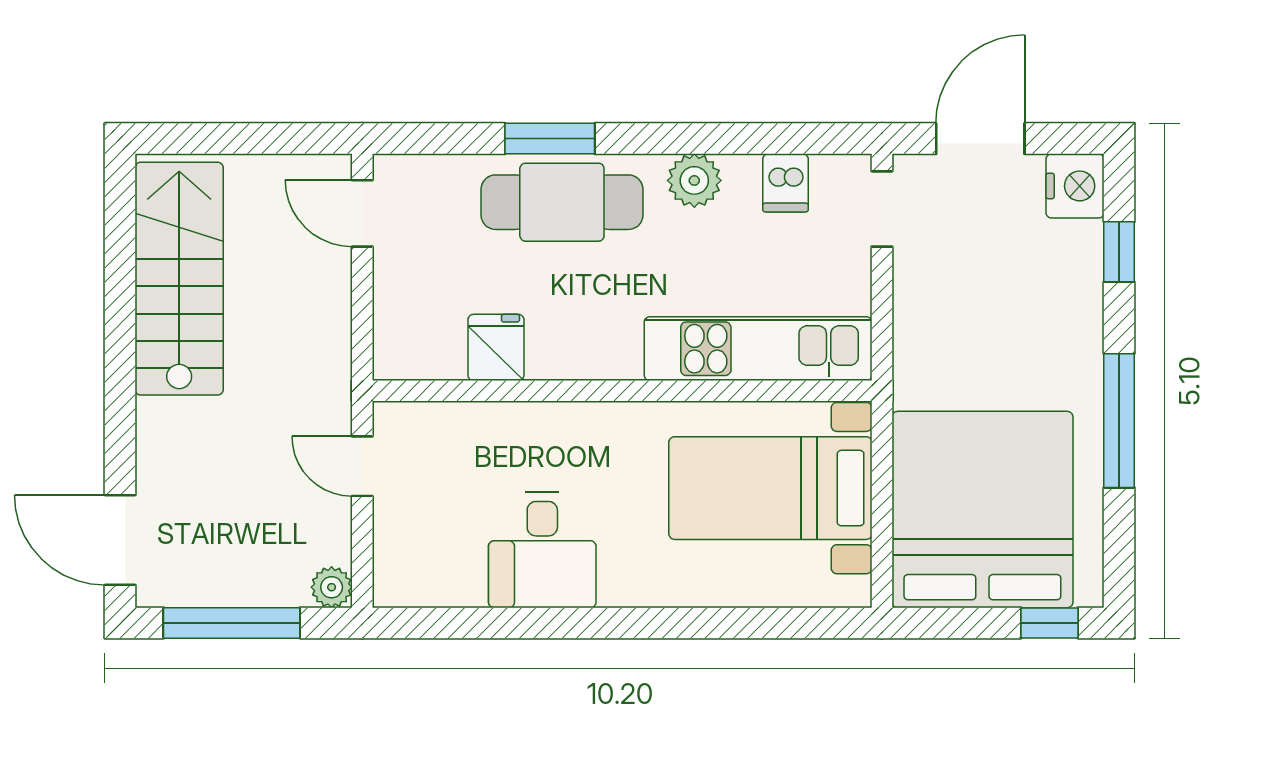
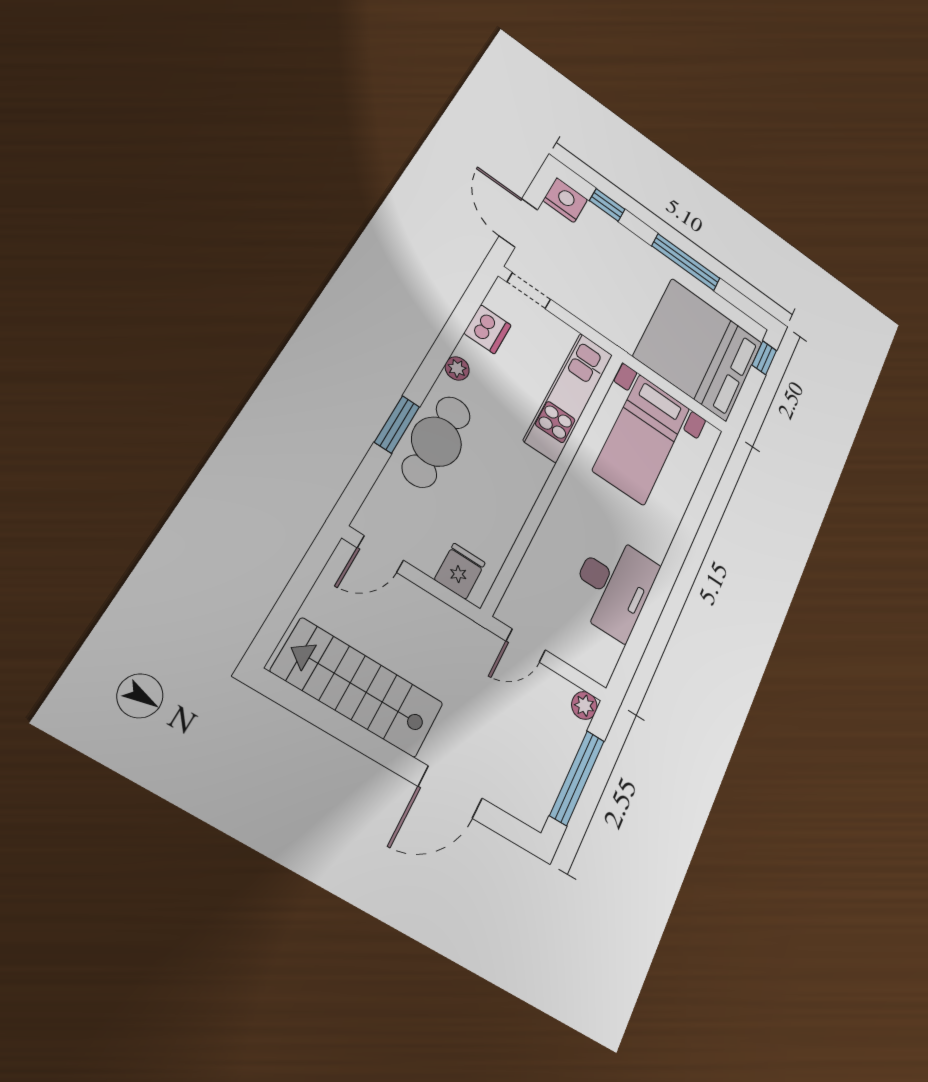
plant: (694, 180) -> (457, 368), width x0.73, depth x0.73
dishwasher: (786, 183) -> (488, 329), width x1.38
fridge: (496, 347) -> (460, 571), moved, turned 90
door: (120, 540) -> (450, 792), moved
desk: (542, 550) -> (614, 586), width x1.37

